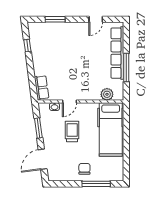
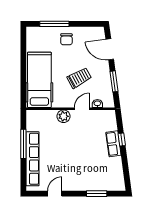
window: (27, 46) -> (122, 140), moved
row of seats: (42, 88) -> (113, 144), moved
plant: (107, 94) -> (64, 116), moved
trolley: (72, 131) -> (79, 78), turned -119
door: (43, 159) -> (110, 49), swing flipped

